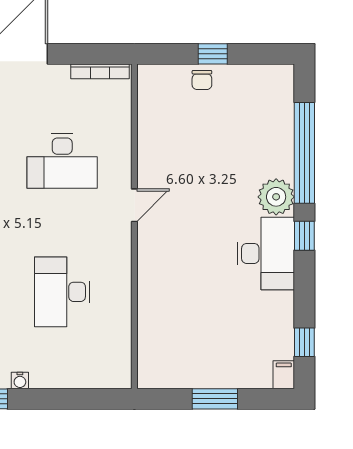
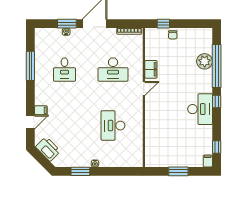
window: (213, 54) -> (163, 24), moved
filing cabinet: (151, 160) -> (151, 69), added
plant: (276, 197) -> (205, 61), moved

